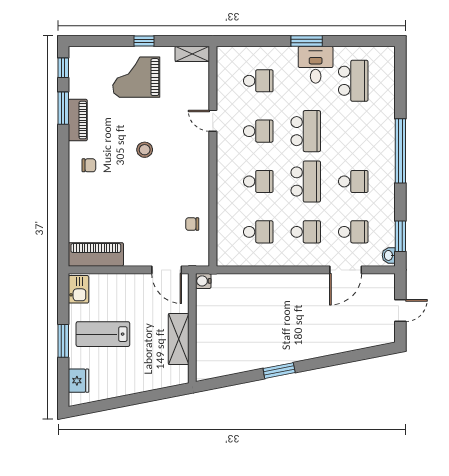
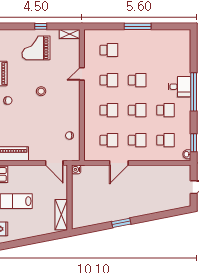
window: (307, 41) -> (138, 26), width x1.44
desk: (316, 65) -> (179, 87), moved, turned 90
school desk: (353, 81) -> (166, 50), removed
door: (213, 121) -> (82, 74), hinge flipped
school desk: (306, 131) -> (137, 80), width x0.54
school desk: (306, 181) -> (137, 110), width x0.54
door: (346, 270) -> (119, 163), moved
shelving: (179, 339) -> (61, 215), moved

